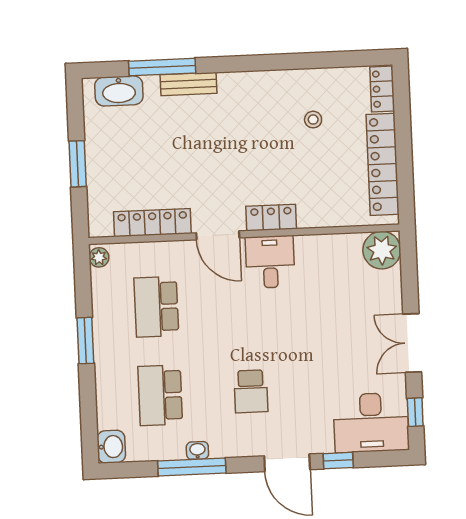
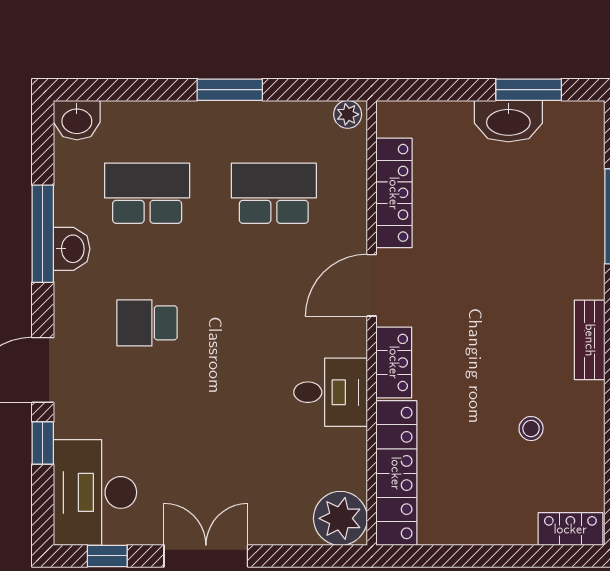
bench: (189, 84) -> (590, 340), moved
washbasin: (119, 91) -> (508, 121), moved, turned -90
window: (78, 164) -> (529, 90), moved
locker: (383, 164) -> (396, 473), moved, turned 90
desk: (270, 262) -> (331, 392), moved
washbasin: (197, 450) -> (72, 249), width x1.38, depth x1.45

